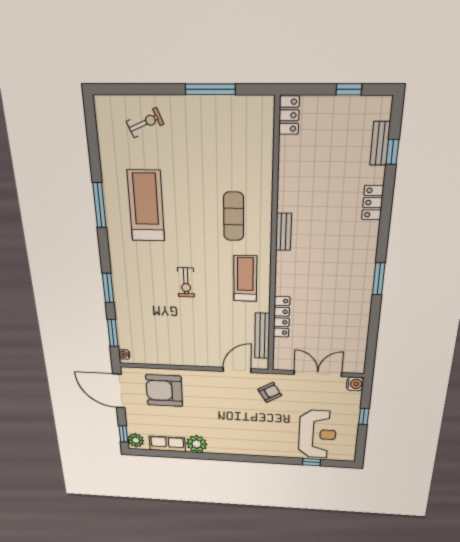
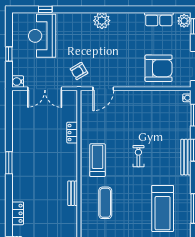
treadmill: (245, 279) -> (98, 160), turned 180
locker: (282, 317) -> (72, 133), width x0.66
bench: (262, 336) -> (186, 157), moved
plant: (197, 444) -> (102, 21), moved

